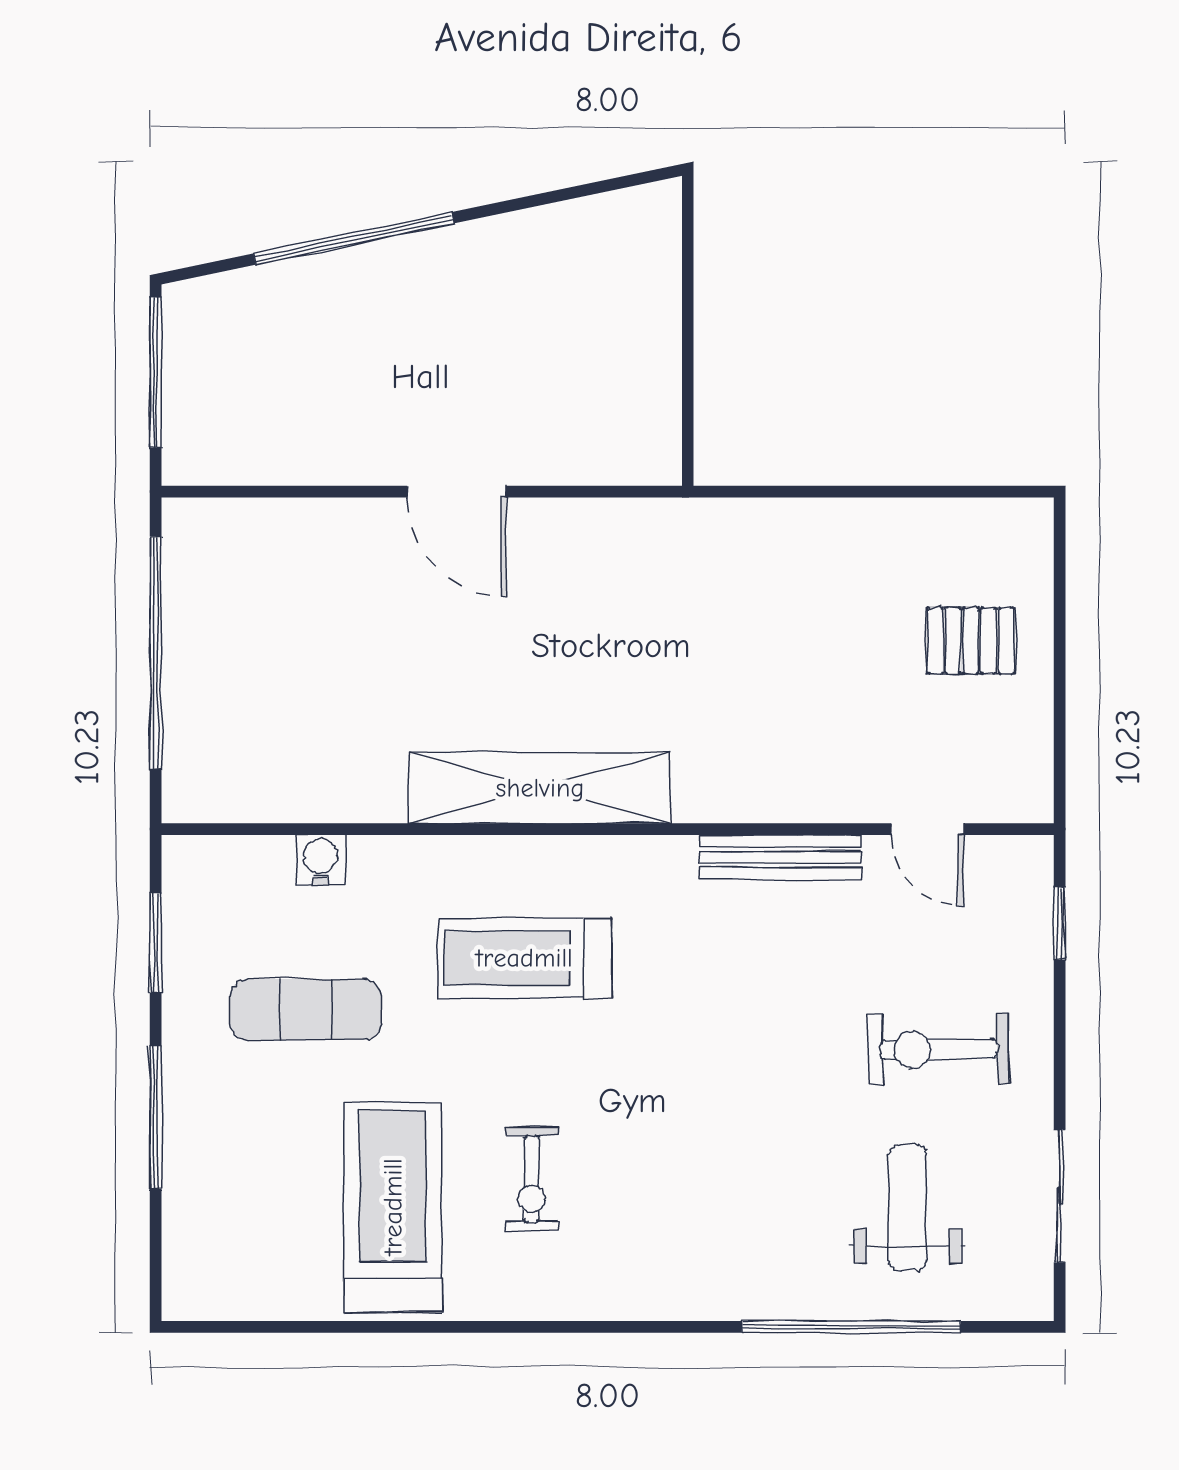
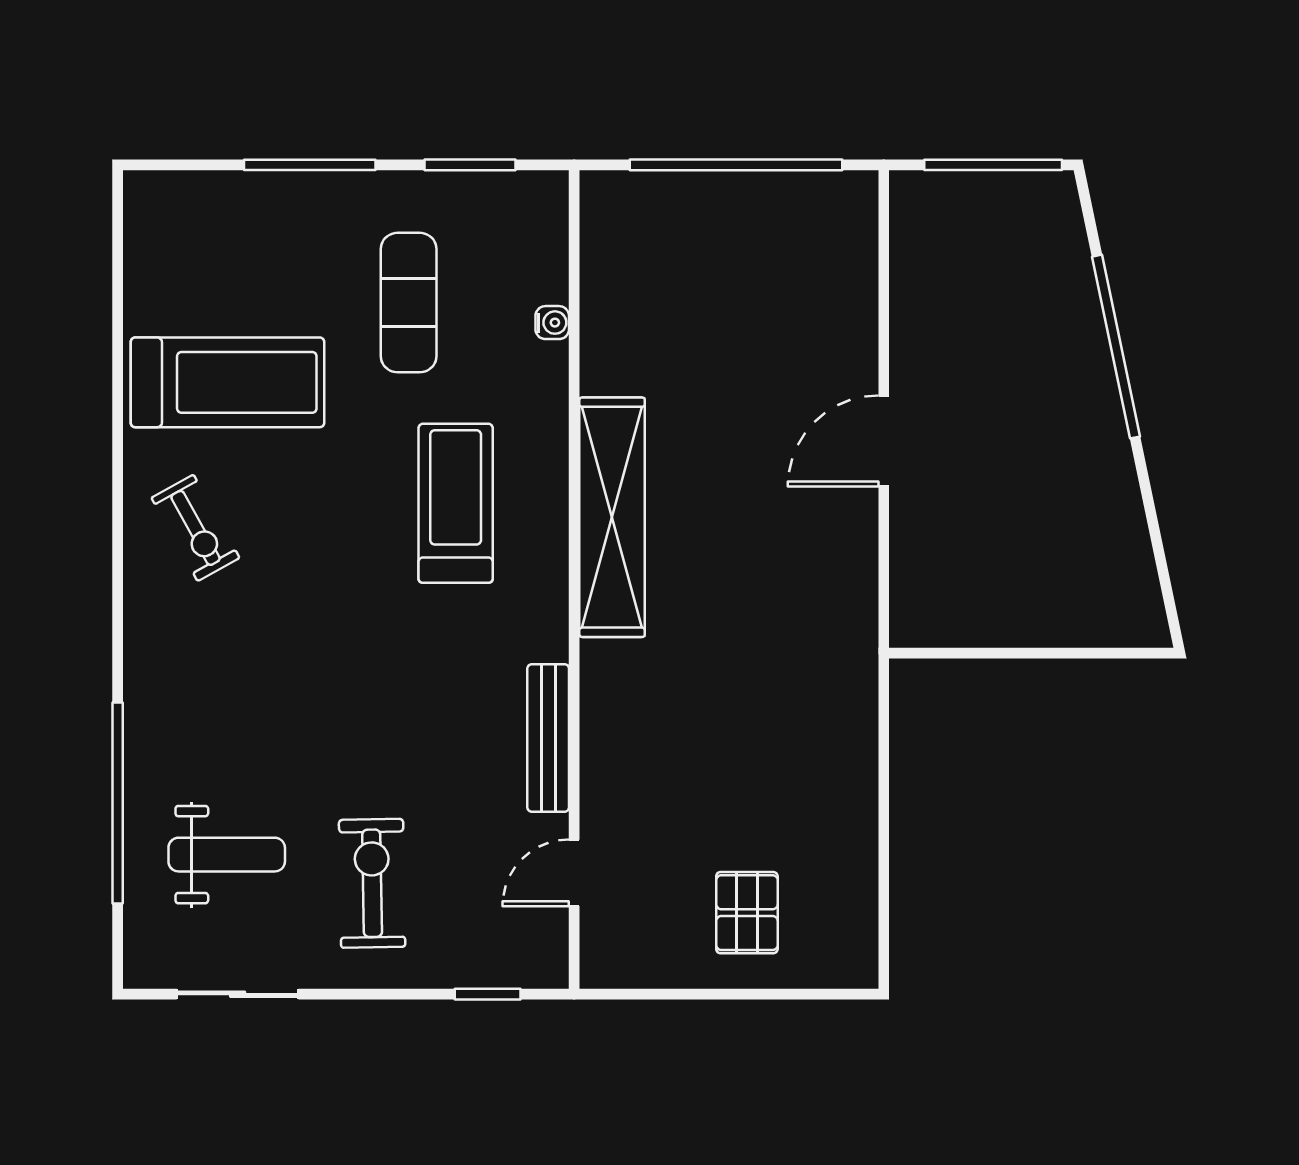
water cooler: (321, 860) -> (552, 323), width x0.72, depth x0.72
exercise bike: (532, 1179) -> (196, 528), moved, turned -119

